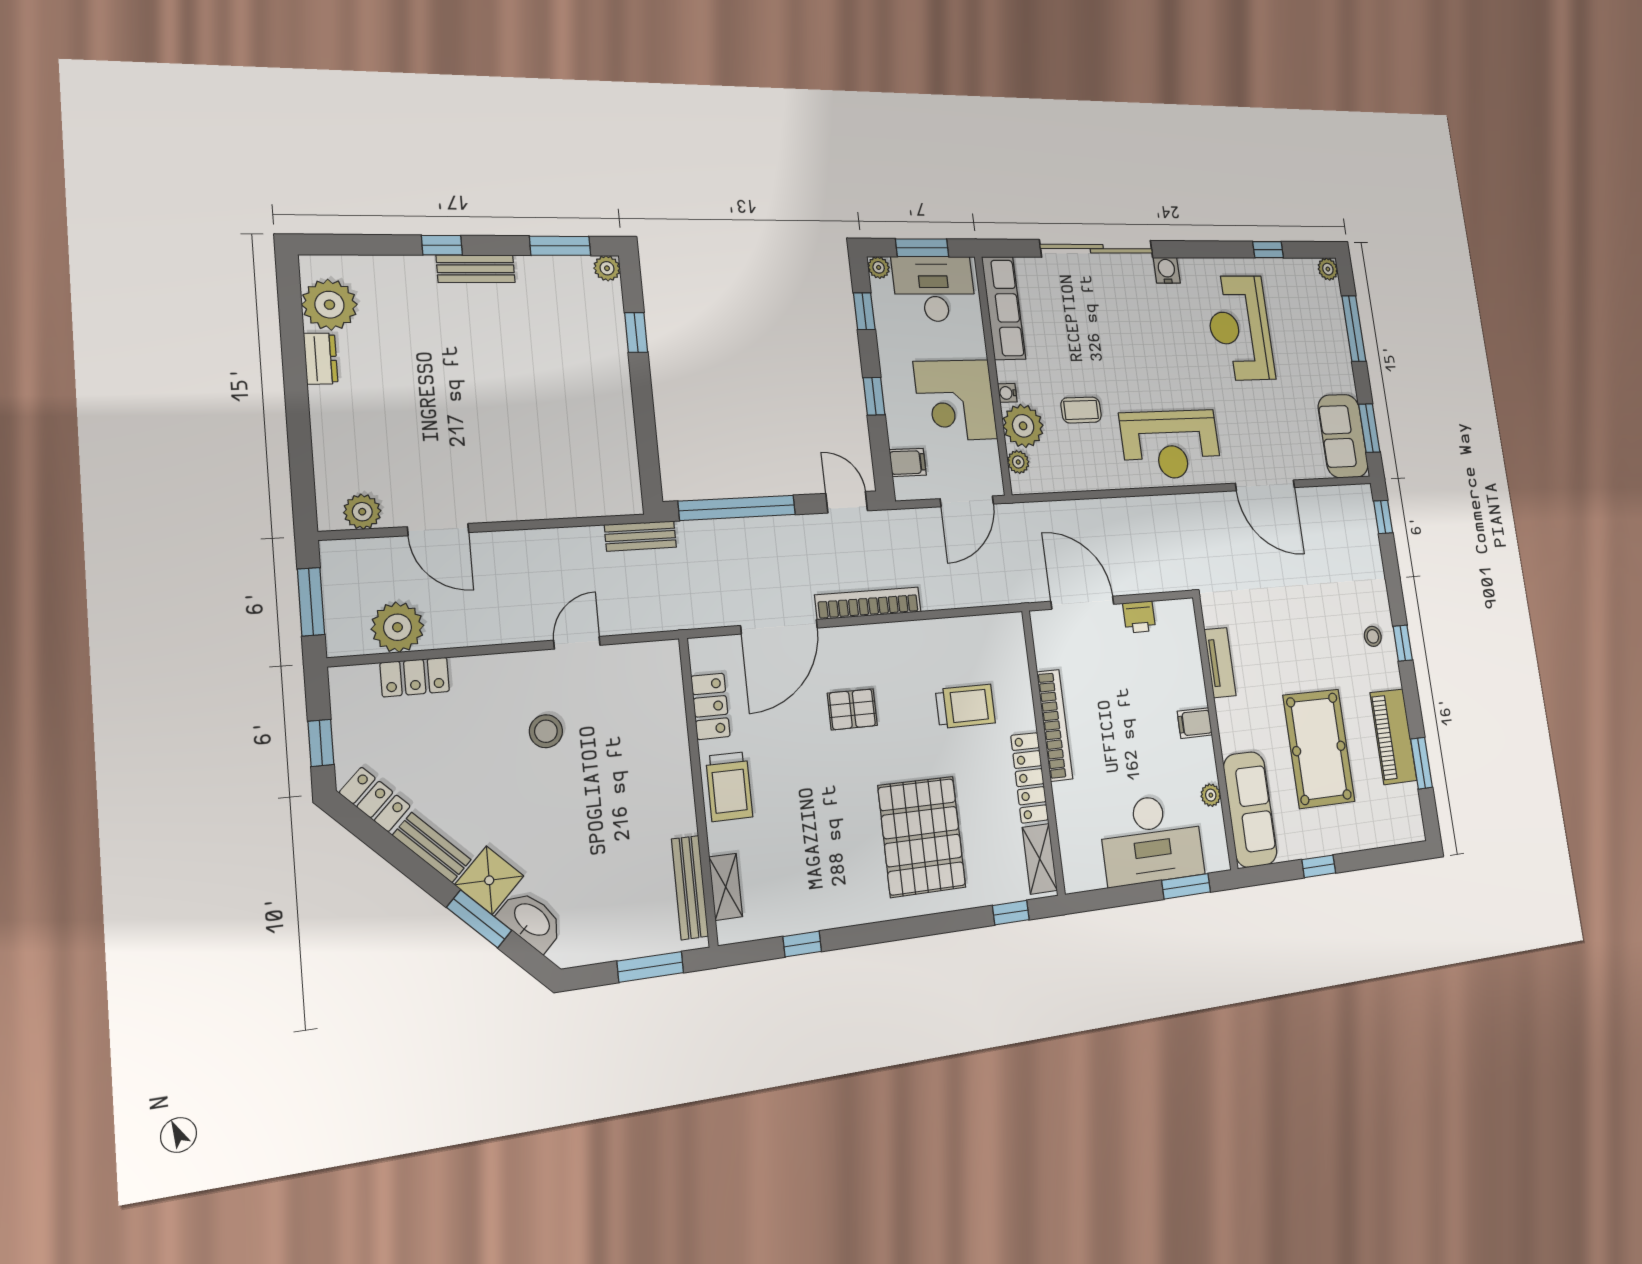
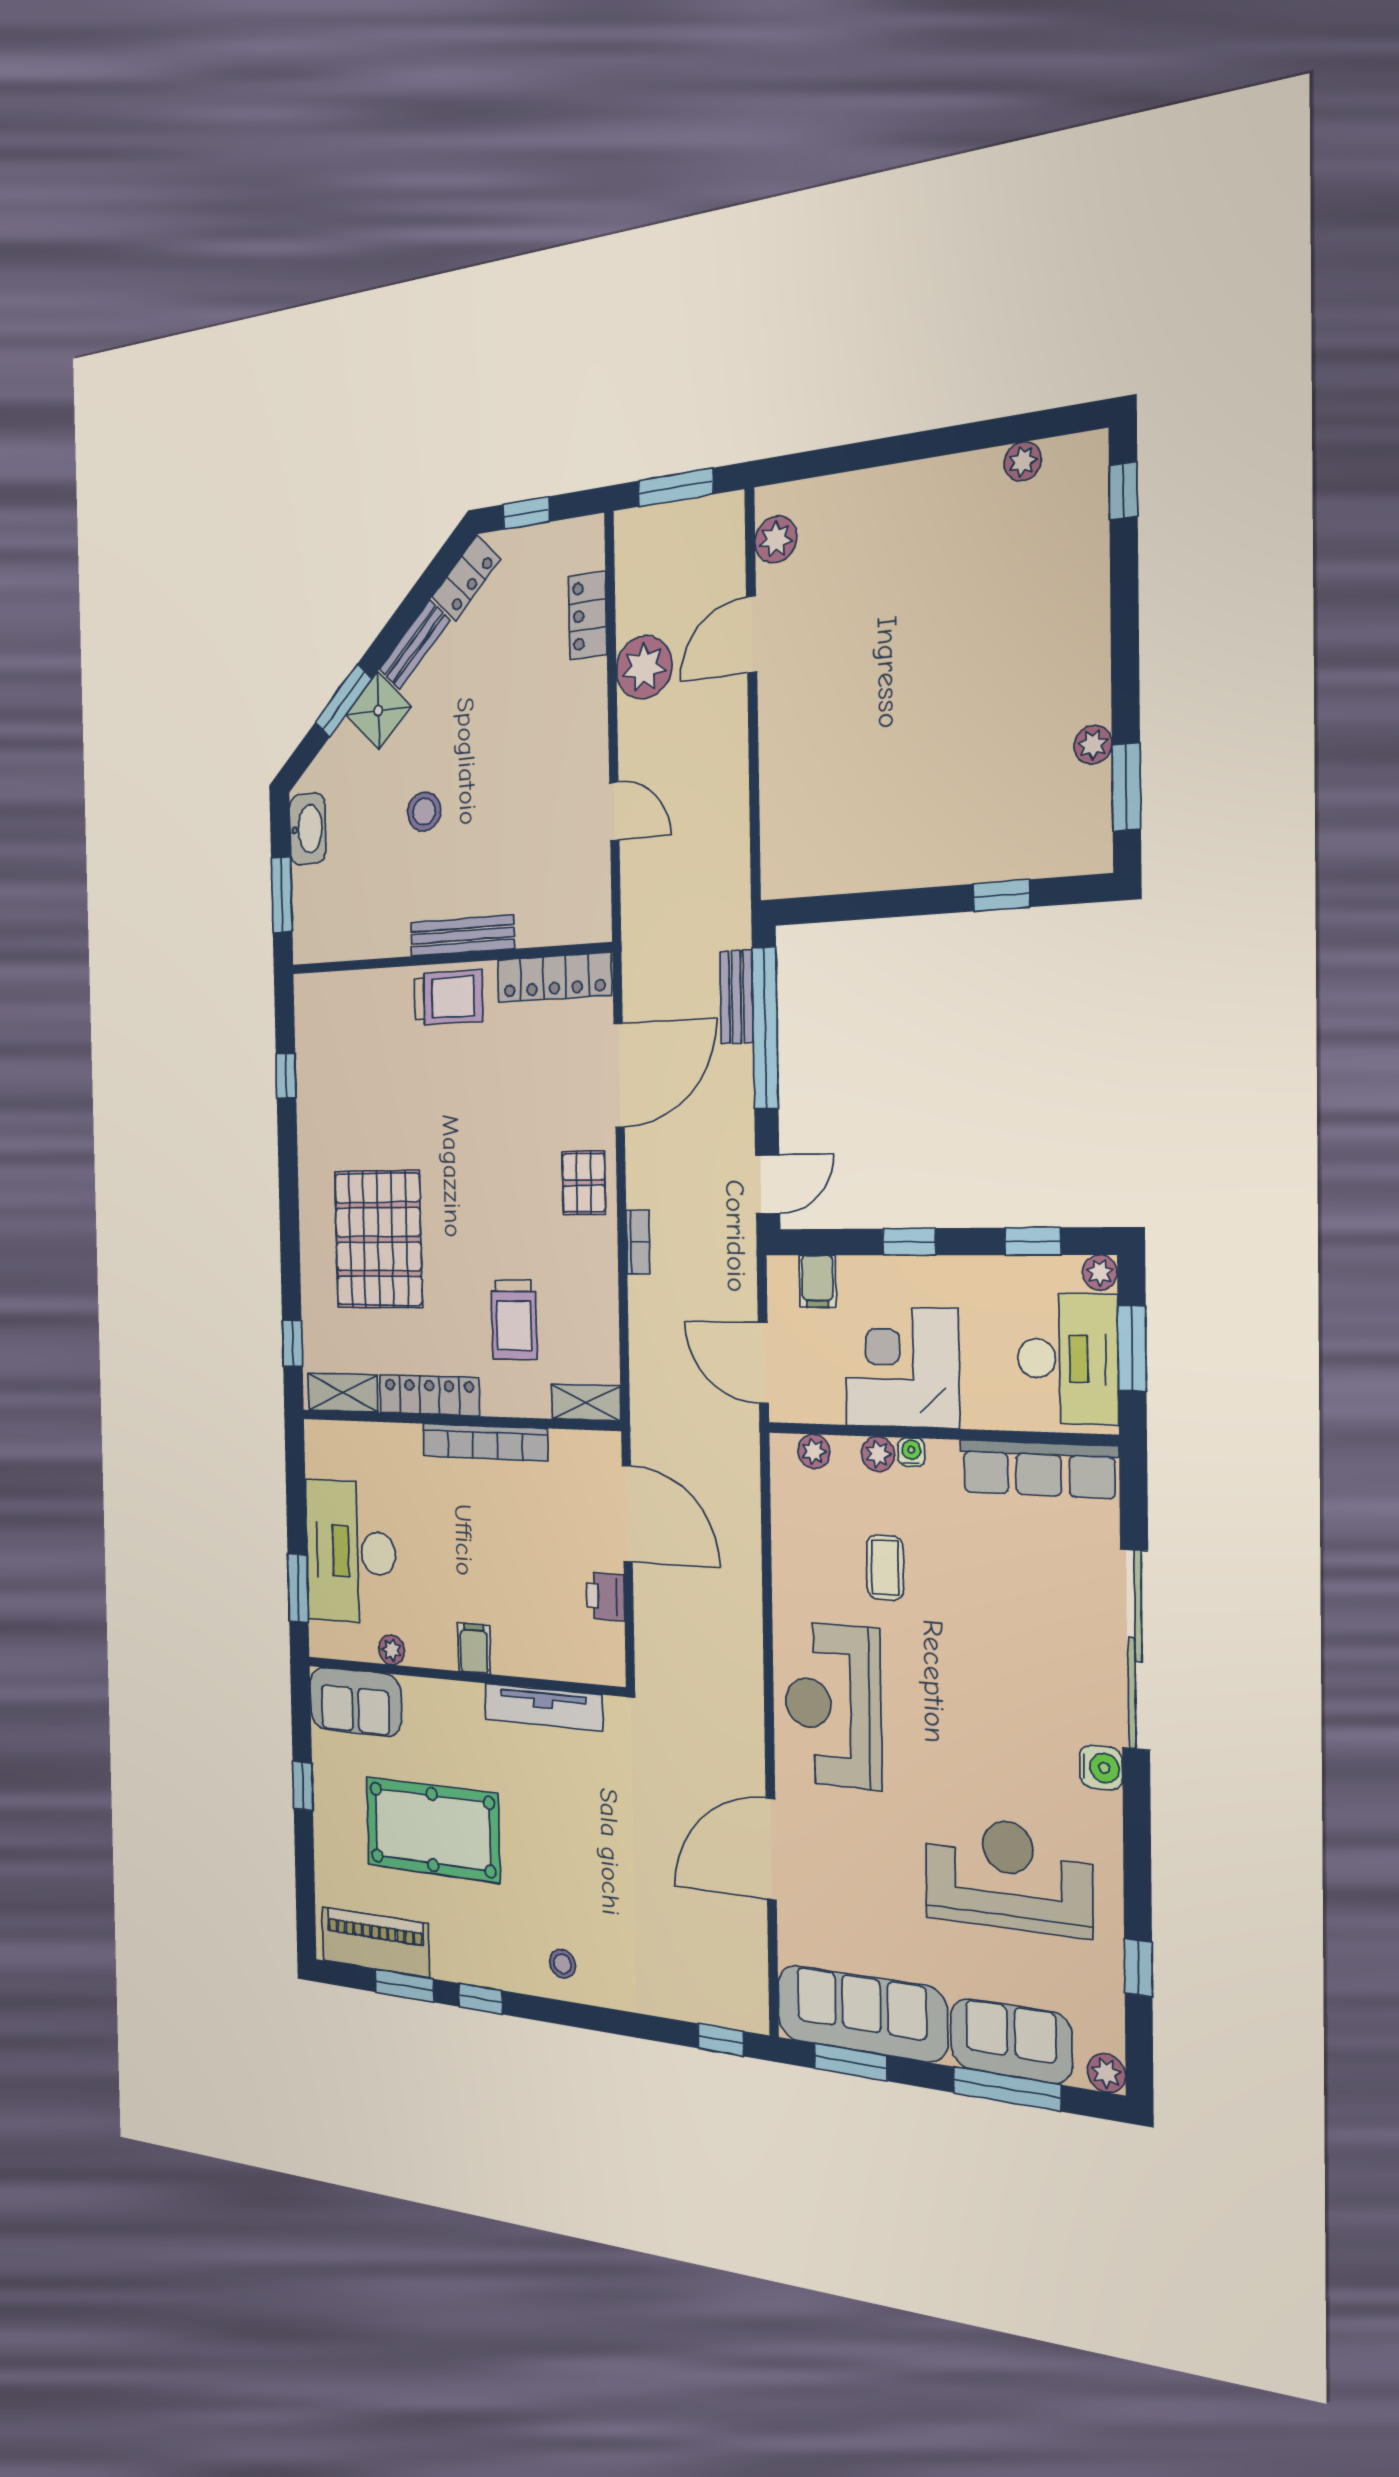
window: (442, 245) -> (1123, 491), moved
plant: (607, 268) -> (1093, 745), moved
bench: (476, 269) -> (1091, 668), removed
plant: (329, 305) -> (1023, 461), width x0.53, depth x0.53
sofa: (1328, 326) -> (1011, 2041), added
dresser: (321, 359) -> (967, 471), removed
plant: (1023, 426) -> (878, 1454), width x0.53, depth x0.53
sofa: (1343, 436) -> (861, 2013), width x1.36
bench: (640, 536) -> (736, 997), moved
bookcase: (868, 603) -> (638, 1242), width x0.43, depth x0.76
door: (1082, 603) -> (627, 1514), hinge flipped
plant: (398, 627) -> (644, 667), moved
door: (779, 627) -> (619, 1075), swing flipped
window: (1403, 643) -> (481, 1999), moved
tv unit: (1220, 663) -> (543, 1707), width x1.41
locker: (711, 706) -> (554, 977), width x1.53
pallet: (852, 709) -> (584, 1183), moved
stool: (546, 731) -> (424, 812), moved
piano: (1393, 737) -> (375, 1942), moved
trolley: (729, 787) -> (448, 997), turned 180
sofa: (1250, 809) -> (355, 1702), width x0.73
pallet: (922, 837) -> (378, 1239), turned 90
shelving: (726, 887) -> (586, 1403), moved
bench: (690, 888) -> (462, 936), moved
washbasin: (531, 920) -> (308, 829), moved, turned -45

